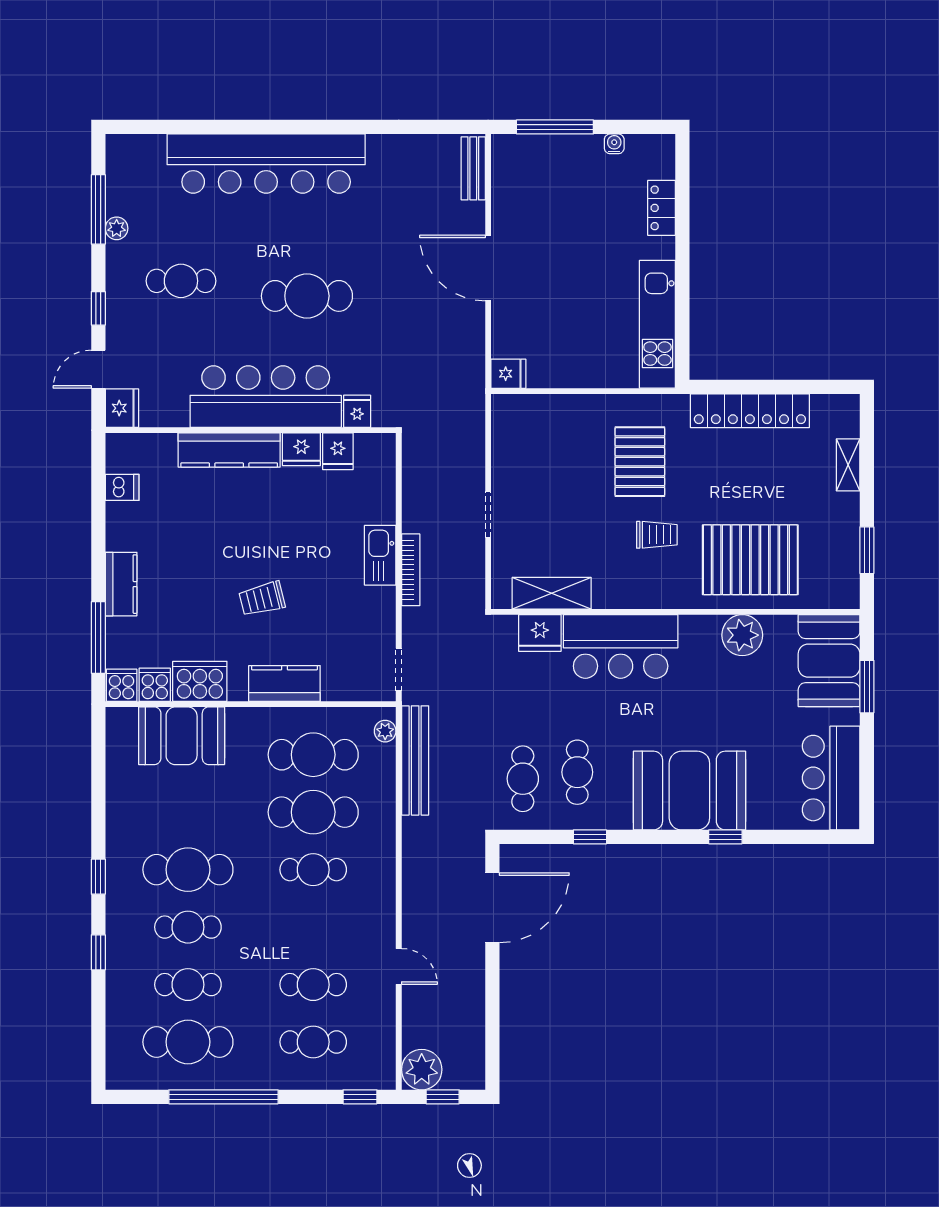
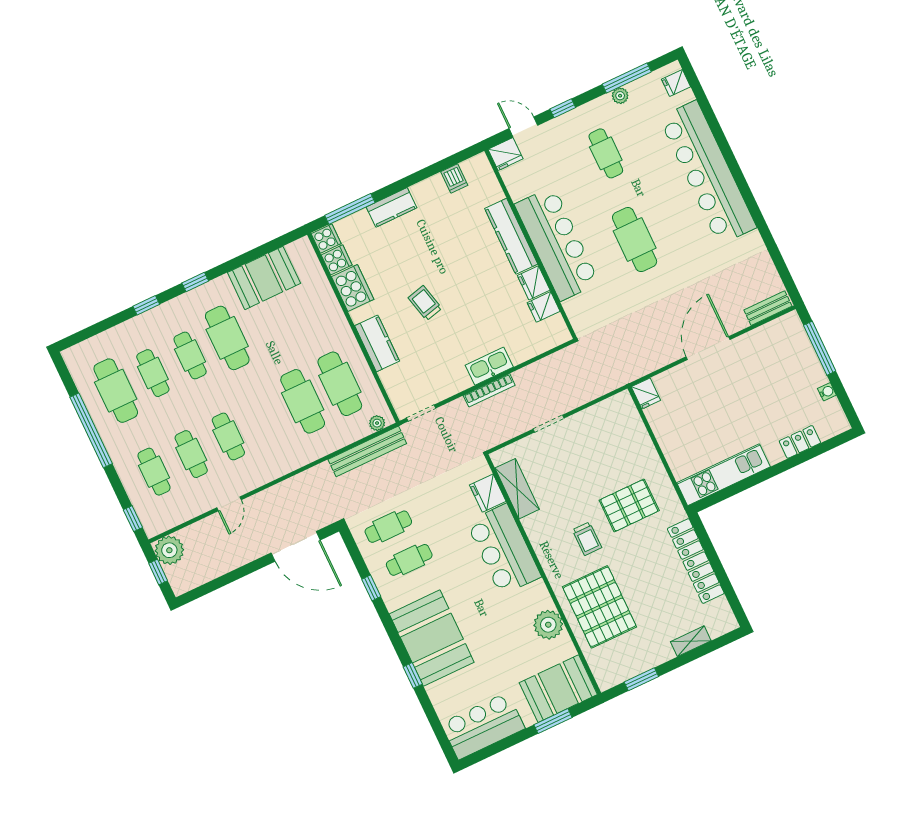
fridge: (357, 411) -> (676, 83), moved, turned 180
booth: (182, 736) -> (264, 278), moved, turned 90
cafe table: (313, 870) -> (228, 436), moved

